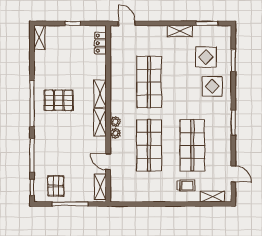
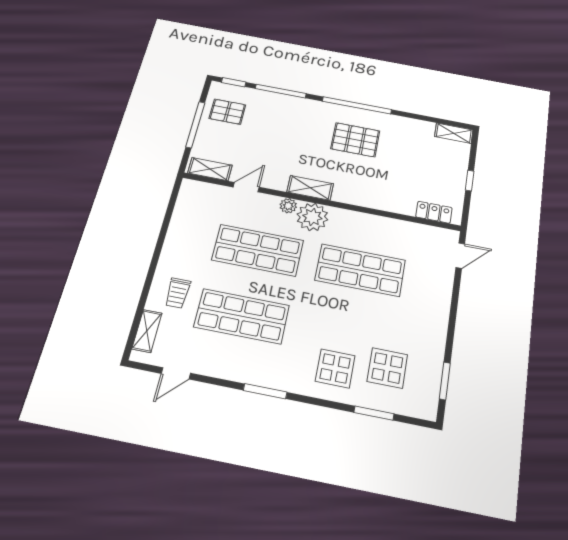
shelving: (180, 31) -> (437, 334), removed
shelving: (100, 94) -> (355, 196), removed
pallet: (59, 100) -> (355, 140), turned 90
plant: (115, 122) -> (312, 217), width x1.87, depth x1.87

